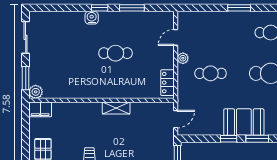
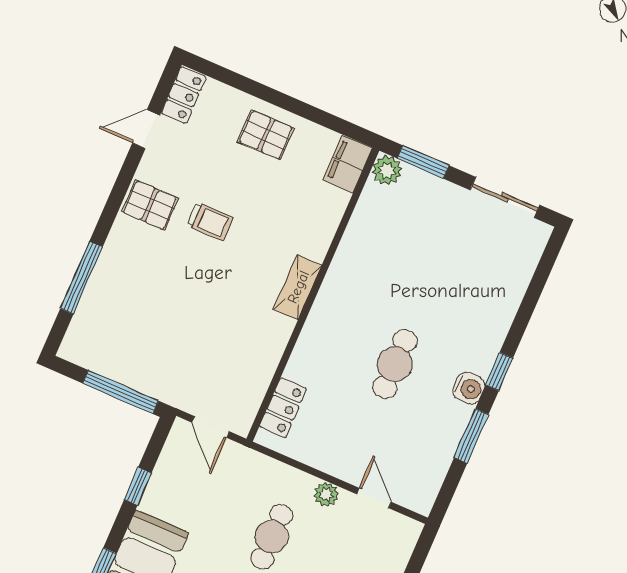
water cooler: (92, 18) -> (469, 388), moved
locker: (167, 83) -> (283, 408), moved, turned 90
shelving: (116, 108) -> (298, 287), moved
window: (229, 139) -> (138, 486), moved

